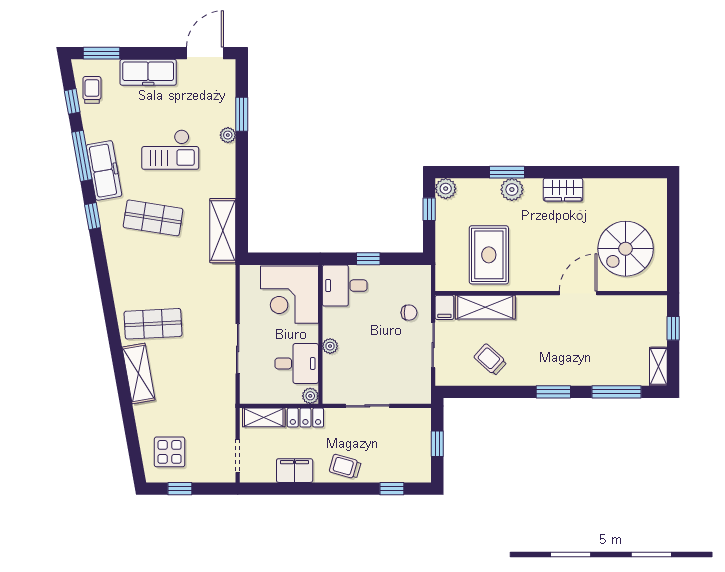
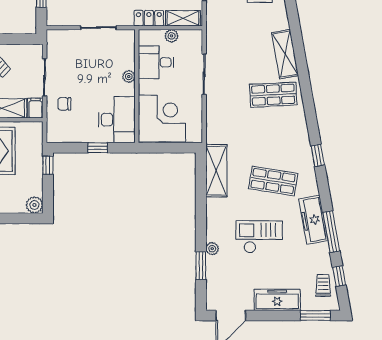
trolley: (92, 90) -> (323, 286), turned 180
window: (429, 209) -> (48, 165), moved
window: (93, 216) -> (318, 155), moved
desk: (345, 286) -> (117, 120), width x1.37
plant: (310, 396) -> (172, 36), moved

